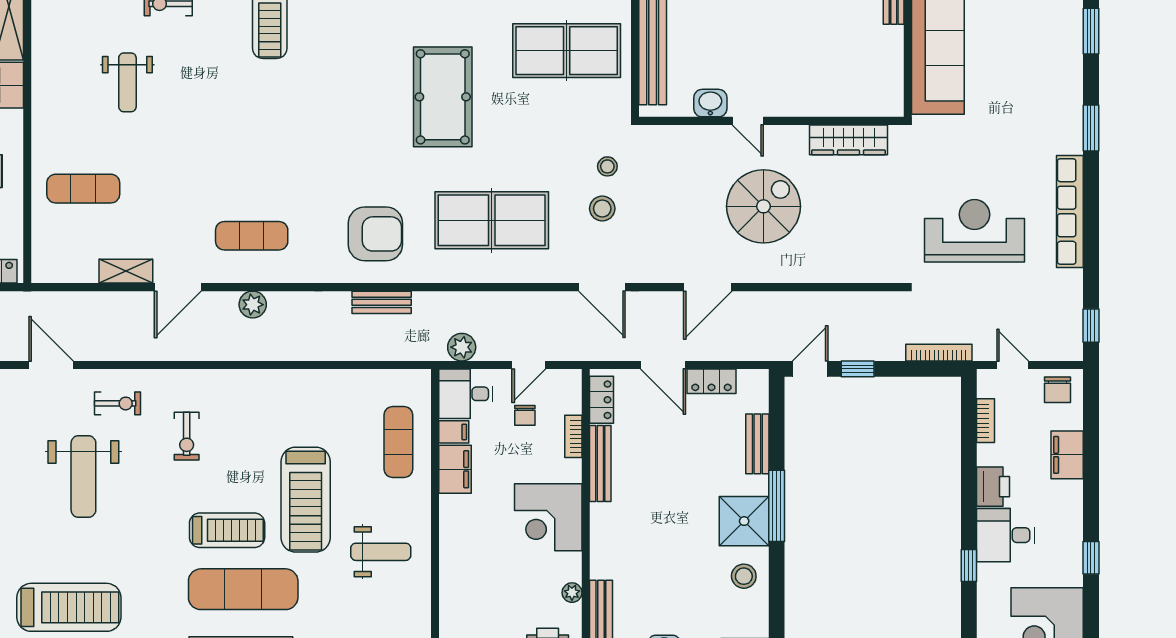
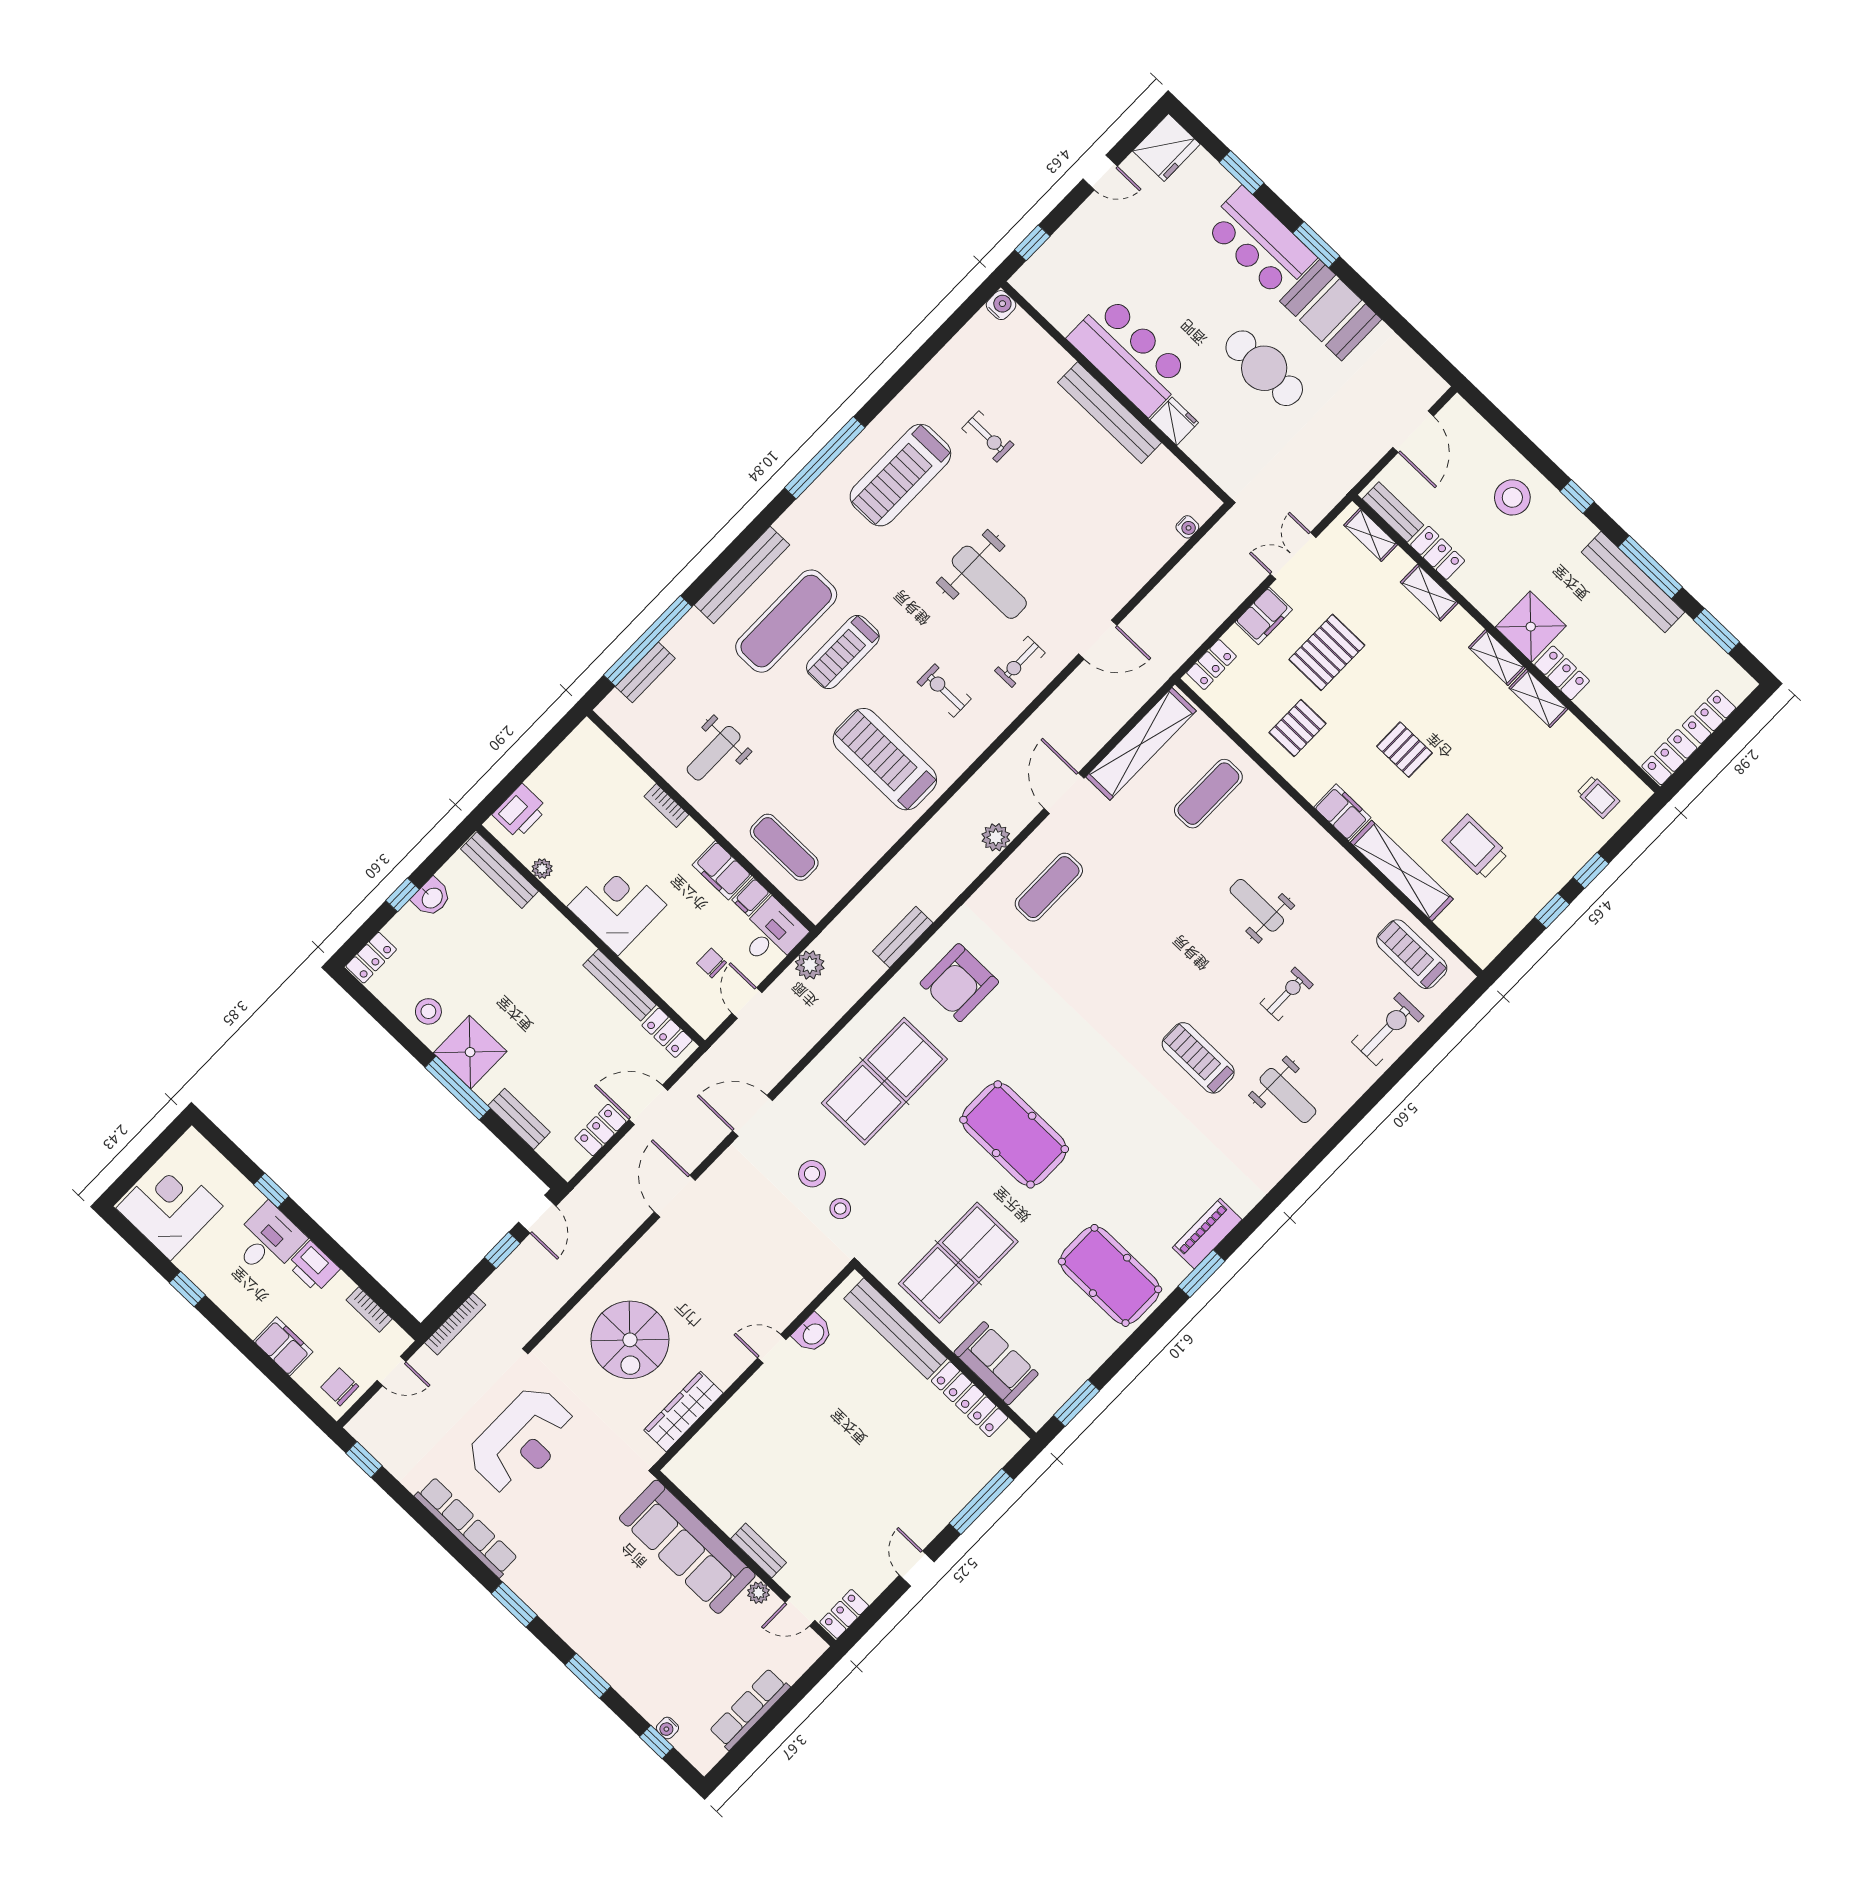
spiral stairs: (763, 206) -> (630, 1340), moved
shelving: (126, 271) -> (1141, 744), width x2.20, depth x1.33
bookcase: (573, 436) -> (666, 806), moved, turned 180
weight bench: (83, 477) -> (989, 582), turned 180
treadmill: (306, 500) -> (885, 759), moved

